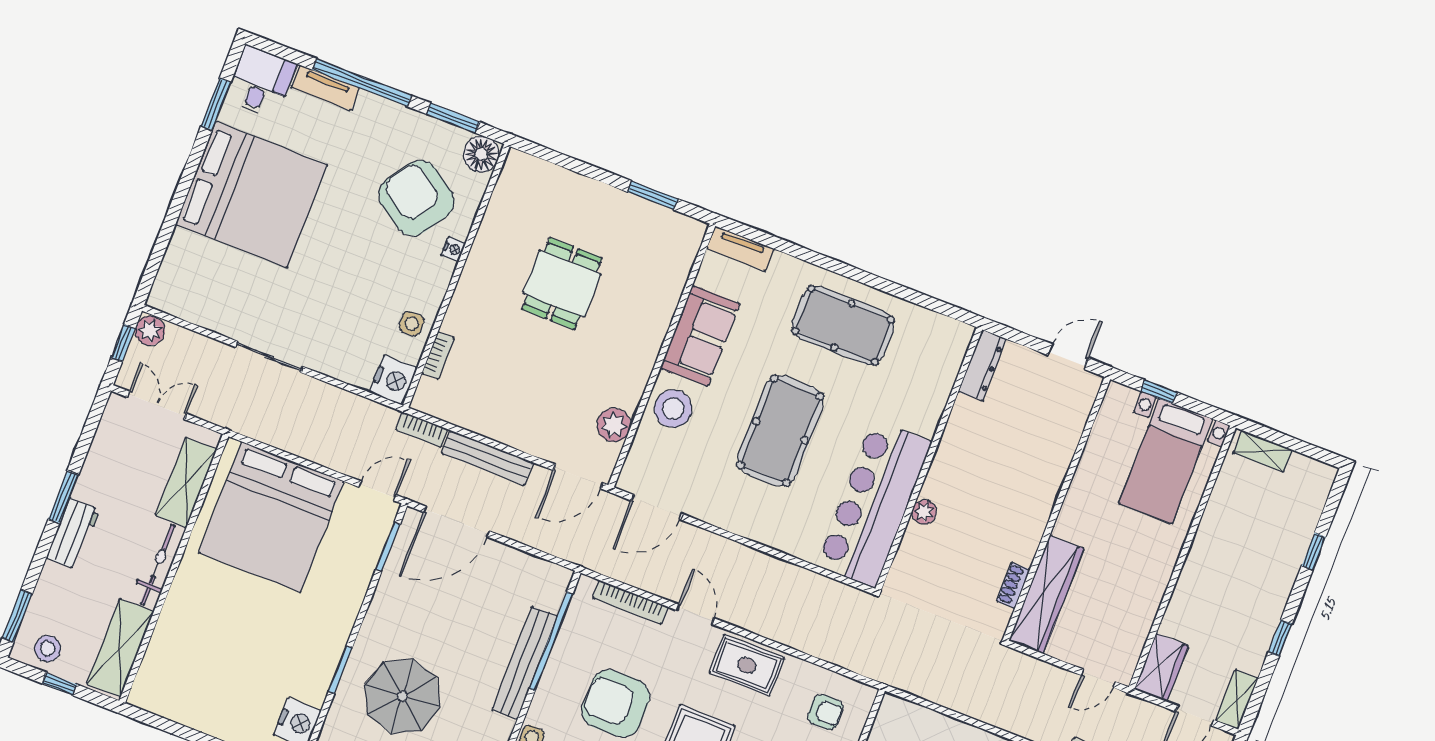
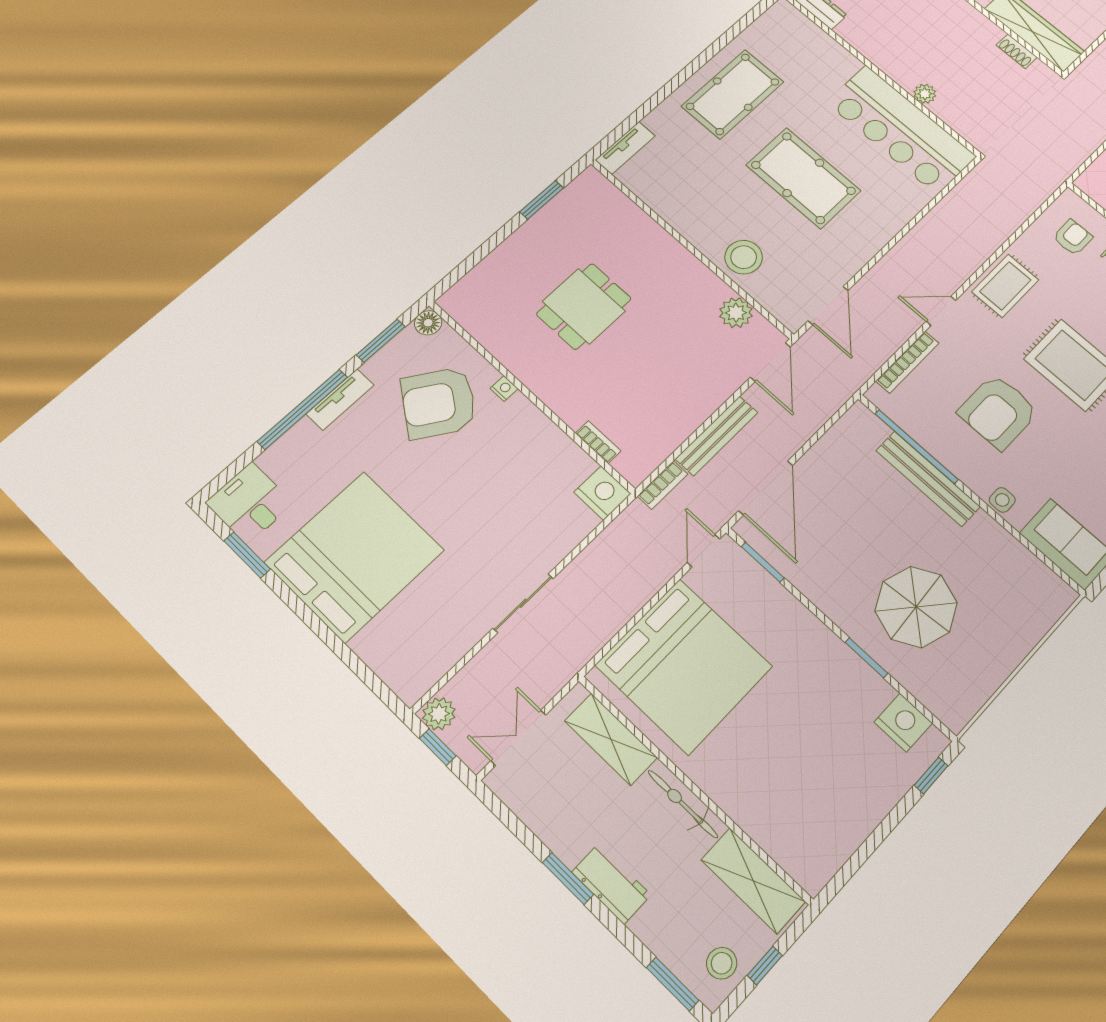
tv unit: (325, 88) -> (340, 399), moved
floor lamp: (481, 154) -> (428, 323), width x0.73, depth x0.73
dining table: (562, 284) -> (584, 306), turned 90
side table: (412, 324) -> (556, 454), removed
sofa: (700, 336) -> (688, 210), removed

